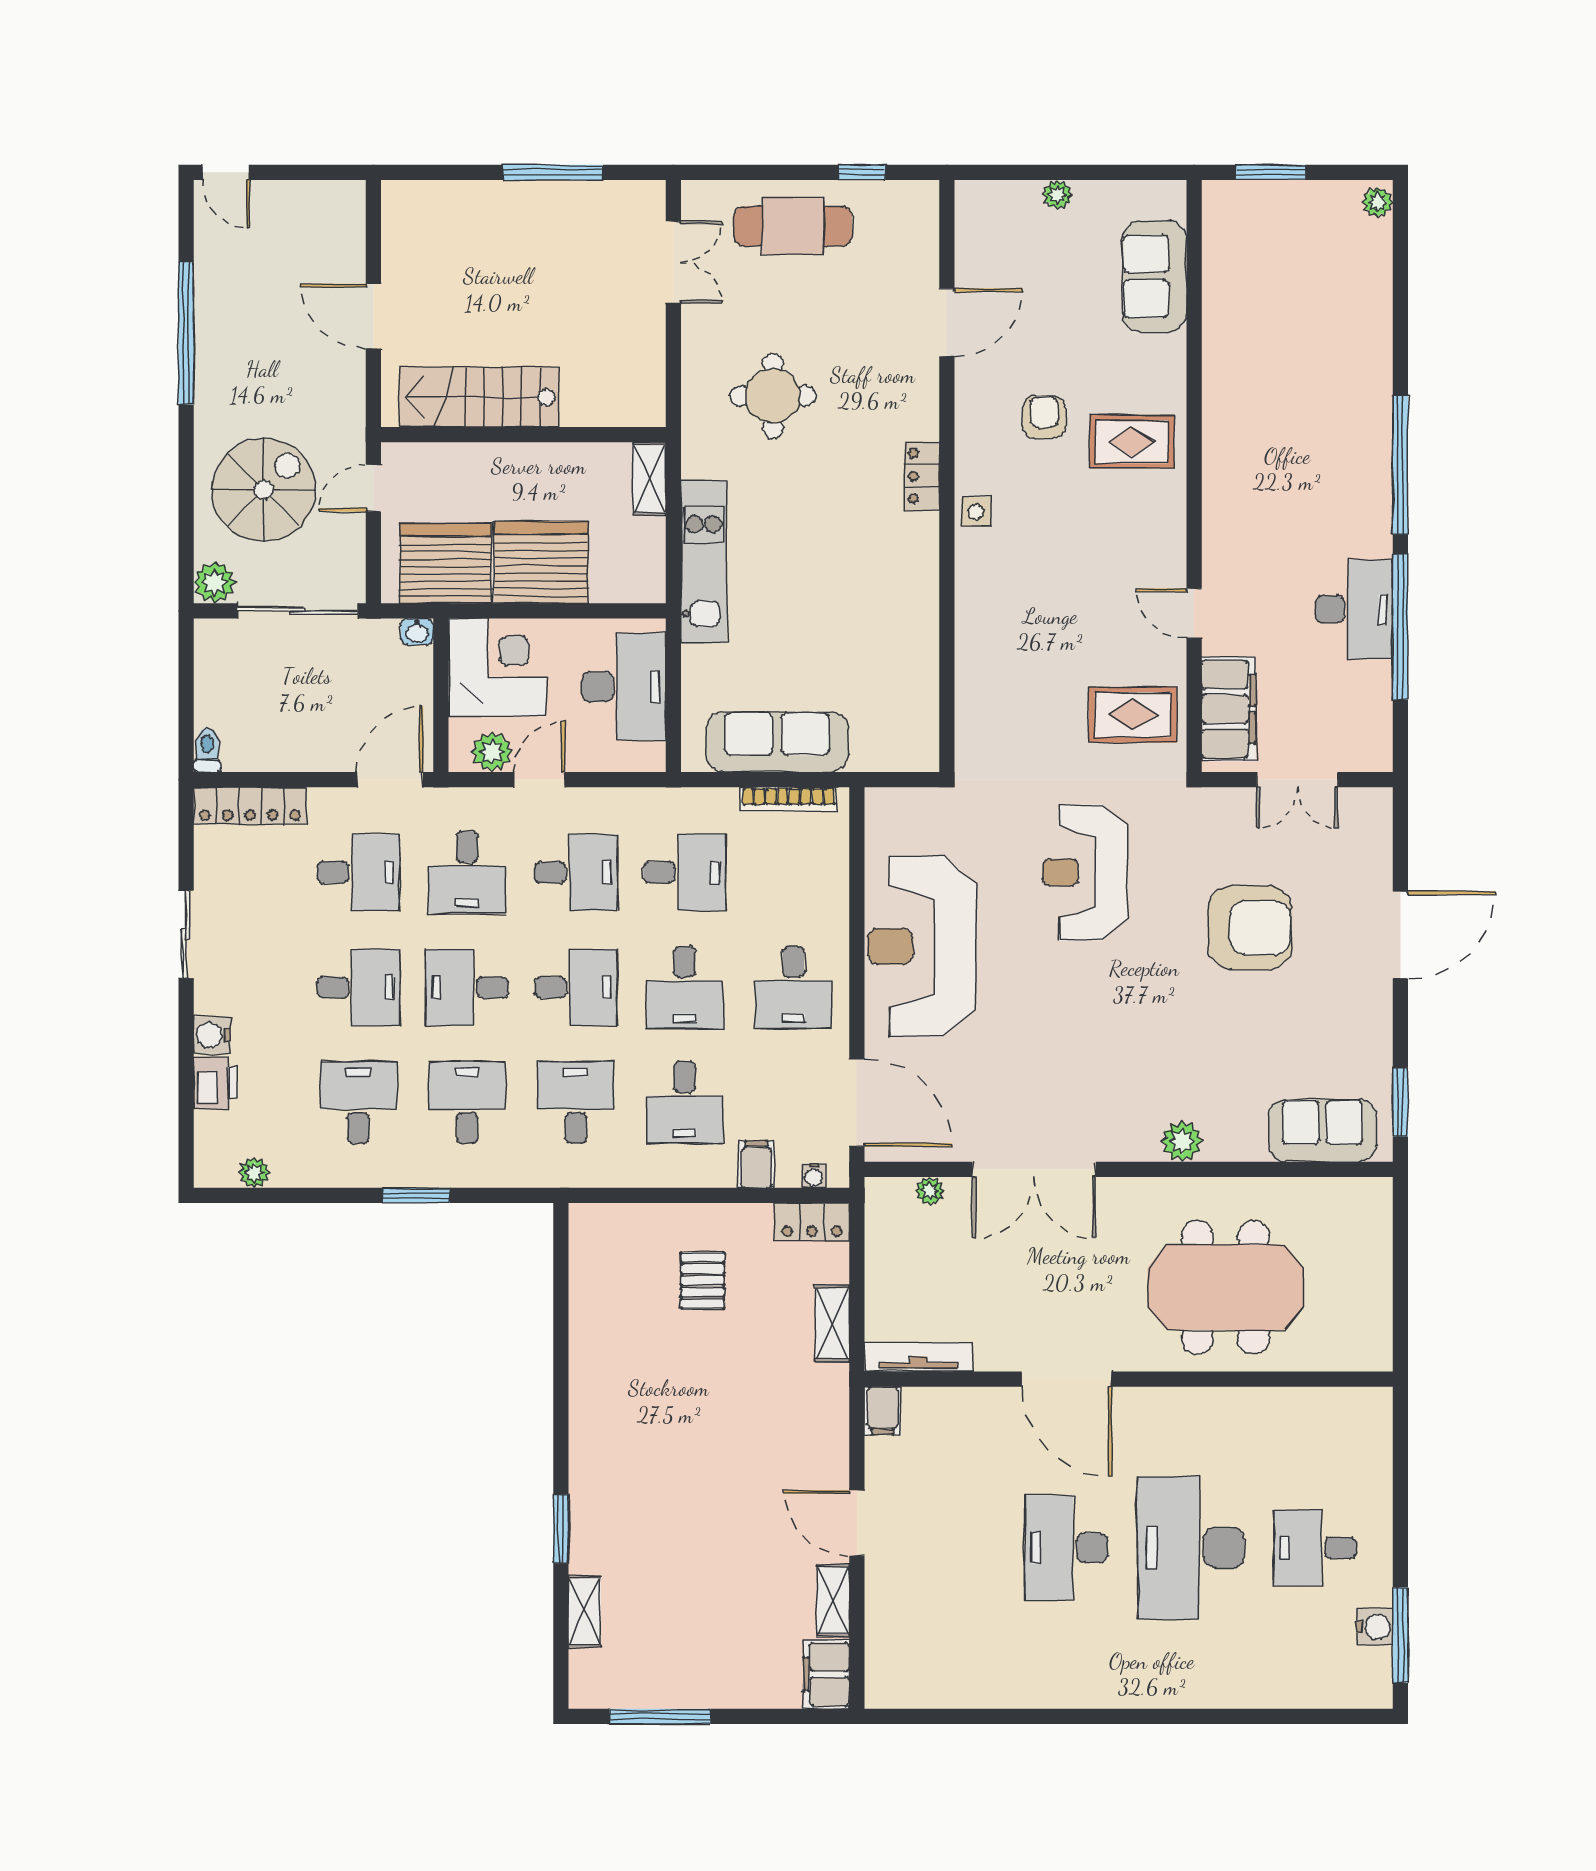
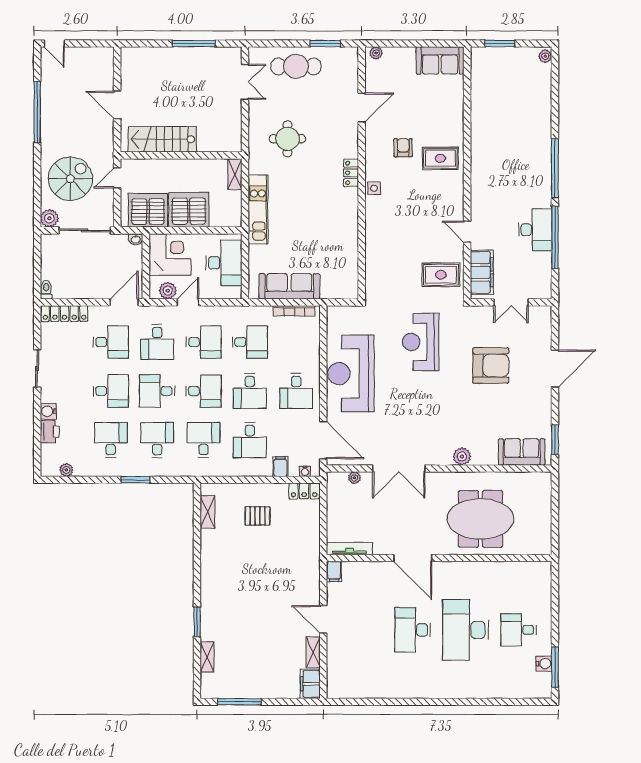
window: (862, 172) -> (325, 43), width x1.50
plant: (1058, 195) -> (376, 53), moved
sofa: (1154, 276) -> (440, 60), moved, turned -90
pallet: (703, 1280) -> (258, 516), turned 90
shelving: (832, 1323) -> (208, 512), moved

